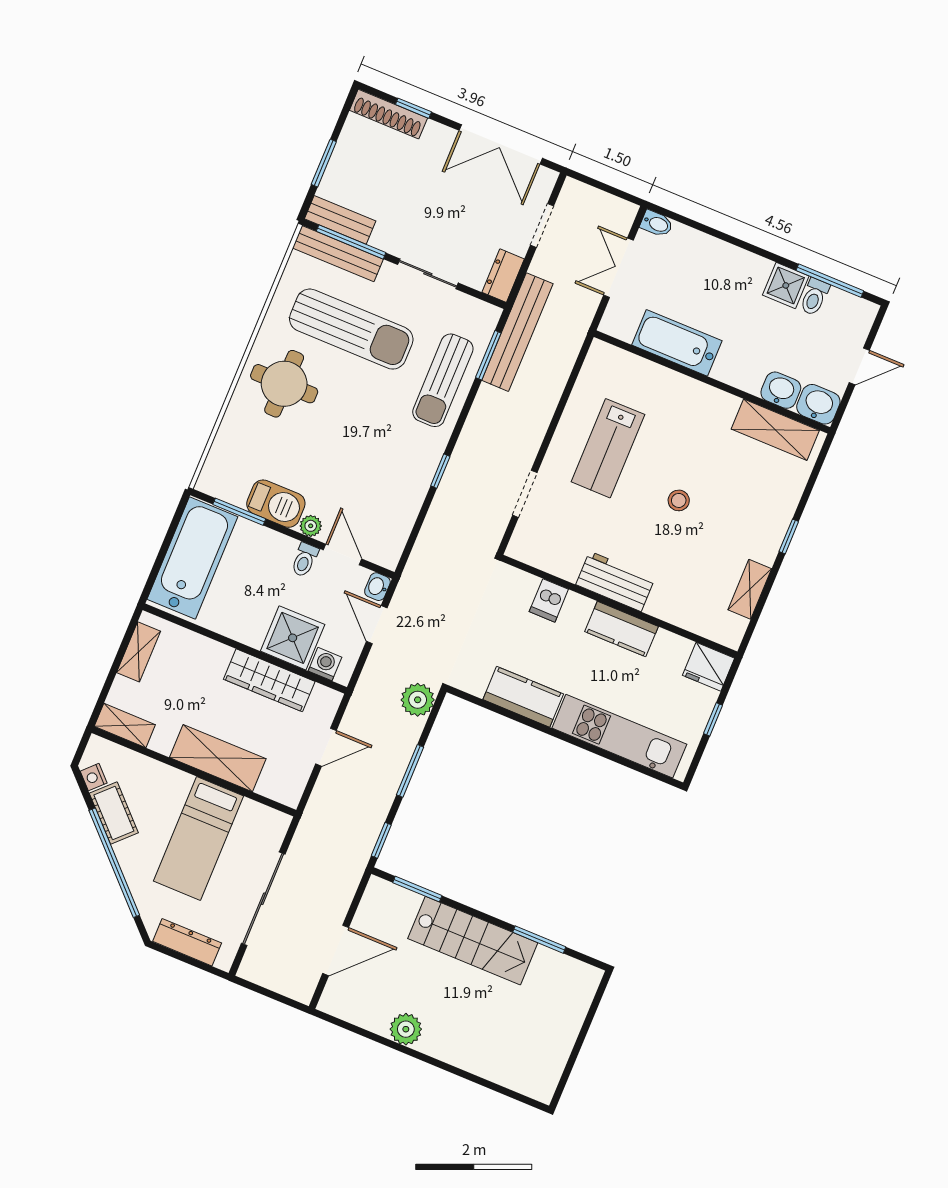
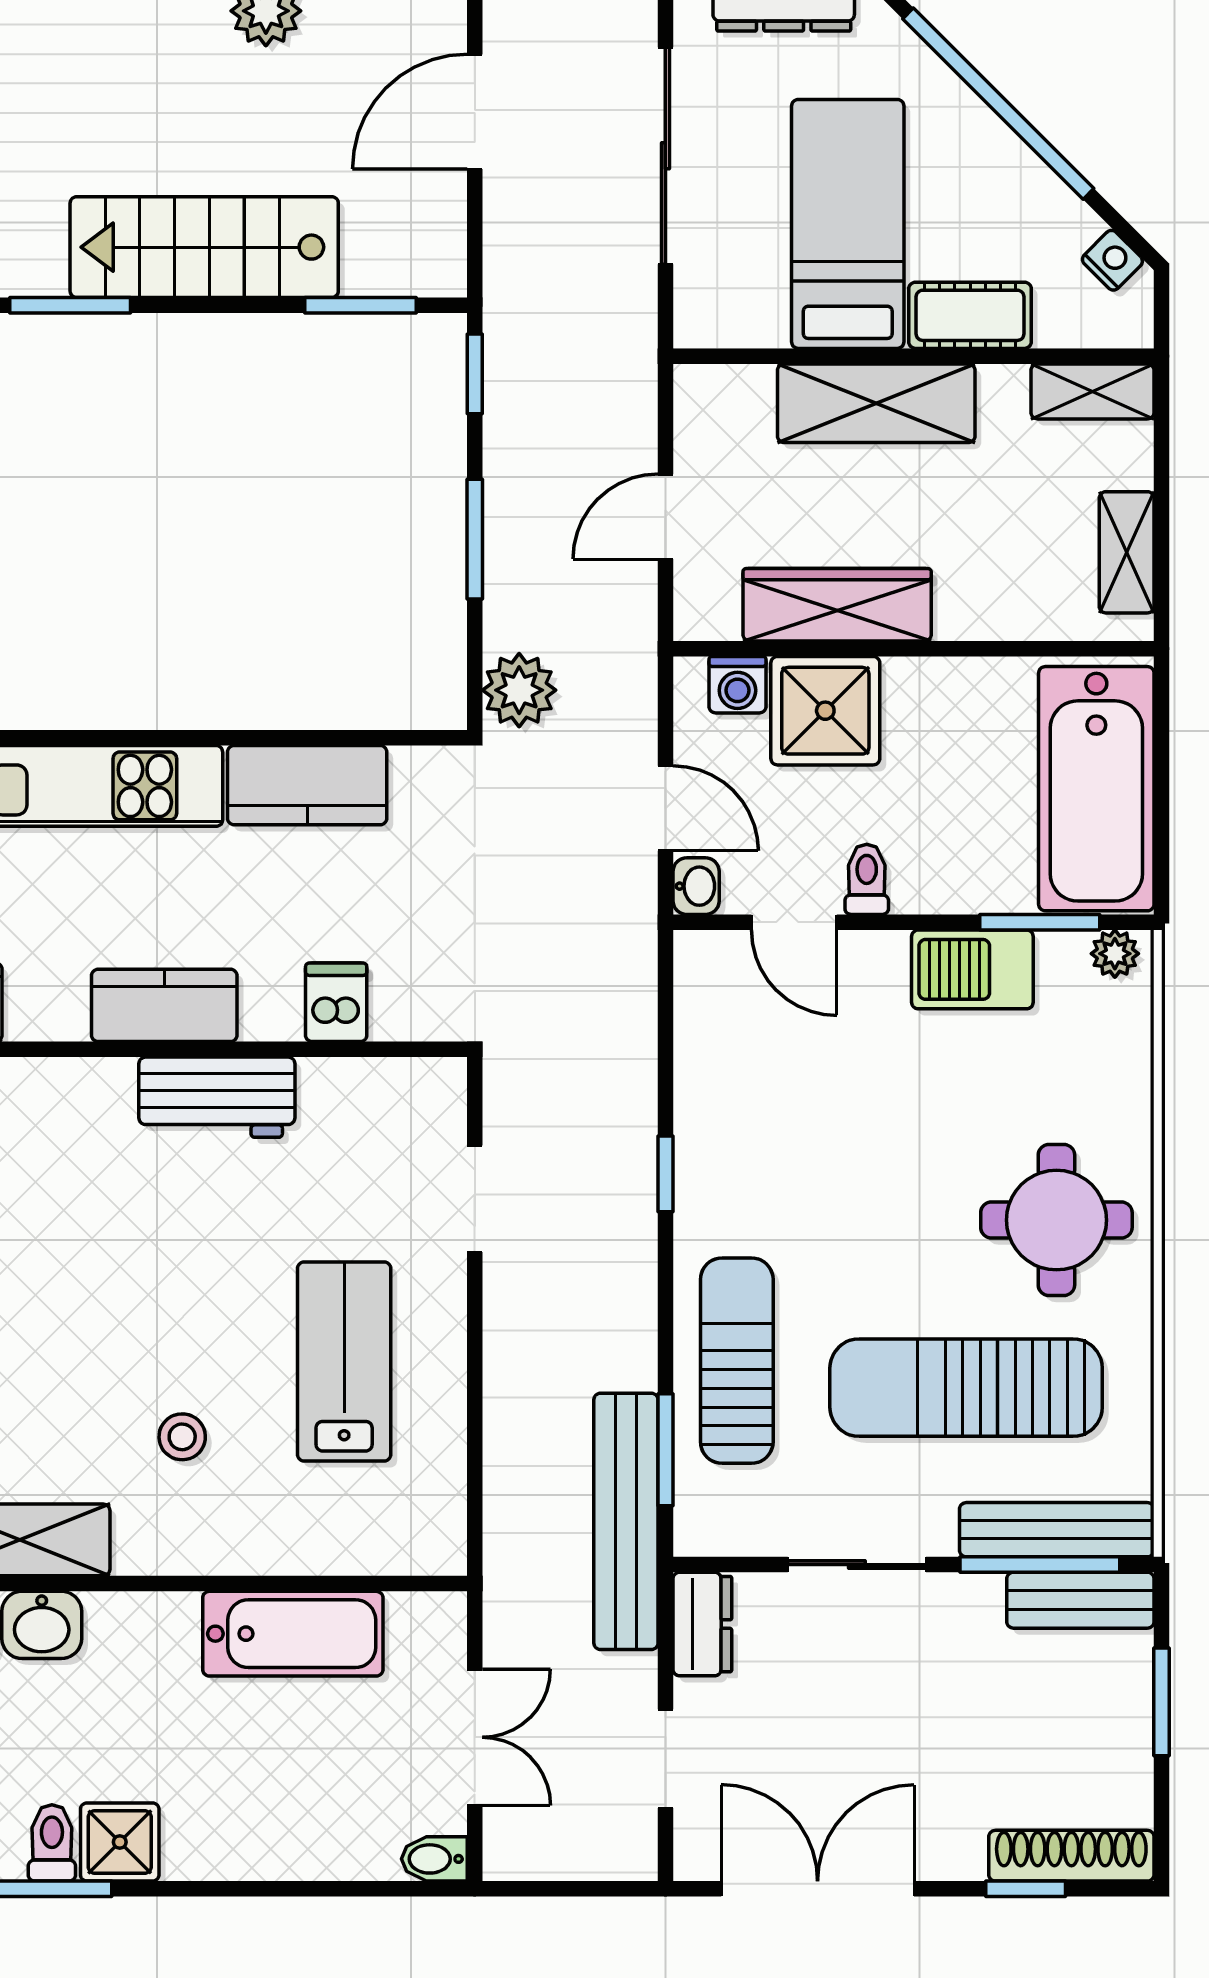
stool: (679, 500) -> (182, 1437), moved
plant: (311, 526) -> (1115, 954), moved
cot: (114, 813) -> (970, 315), moved, turned -45

